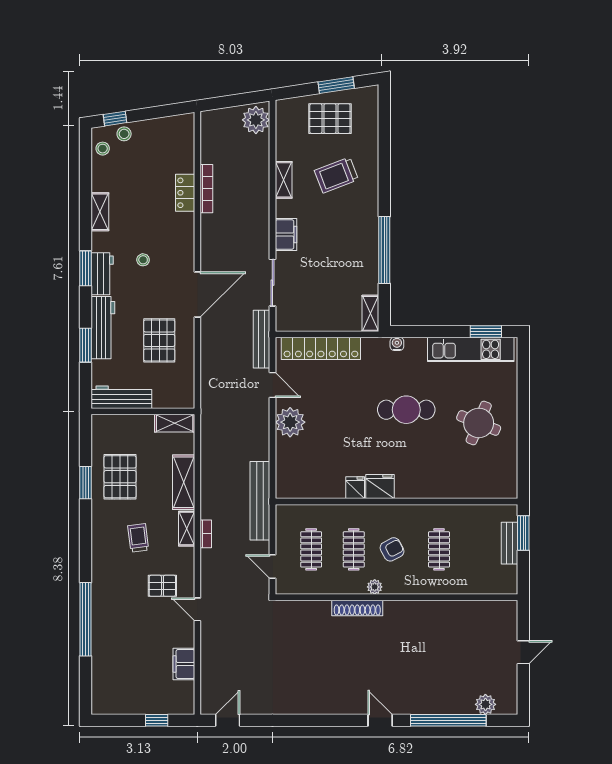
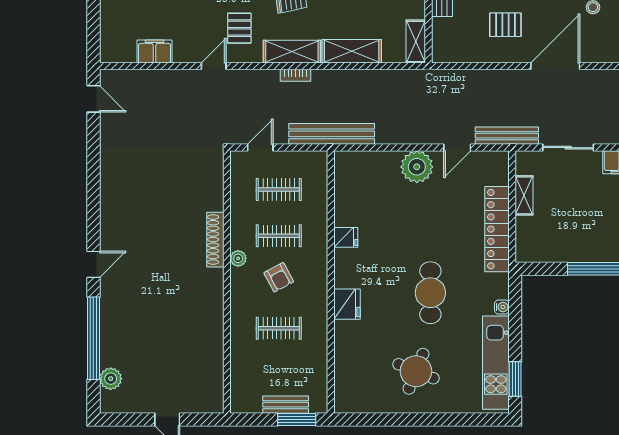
door: (197, 295) -> (555, 66), swing flipped
shelving: (370, 313) -> (524, 195), moved, turned 90
pallet: (159, 340) -> (505, 25), width x0.67, depth x0.71
water cooler: (397, 344) -> (502, 307), moved
locker: (321, 348) -> (497, 229), moved
fridge: (380, 487) -> (347, 304), moved
shelving: (187, 529) -> (292, 52), width x1.50, depth x1.33
window: (157, 720) -> (93, 22), removed

